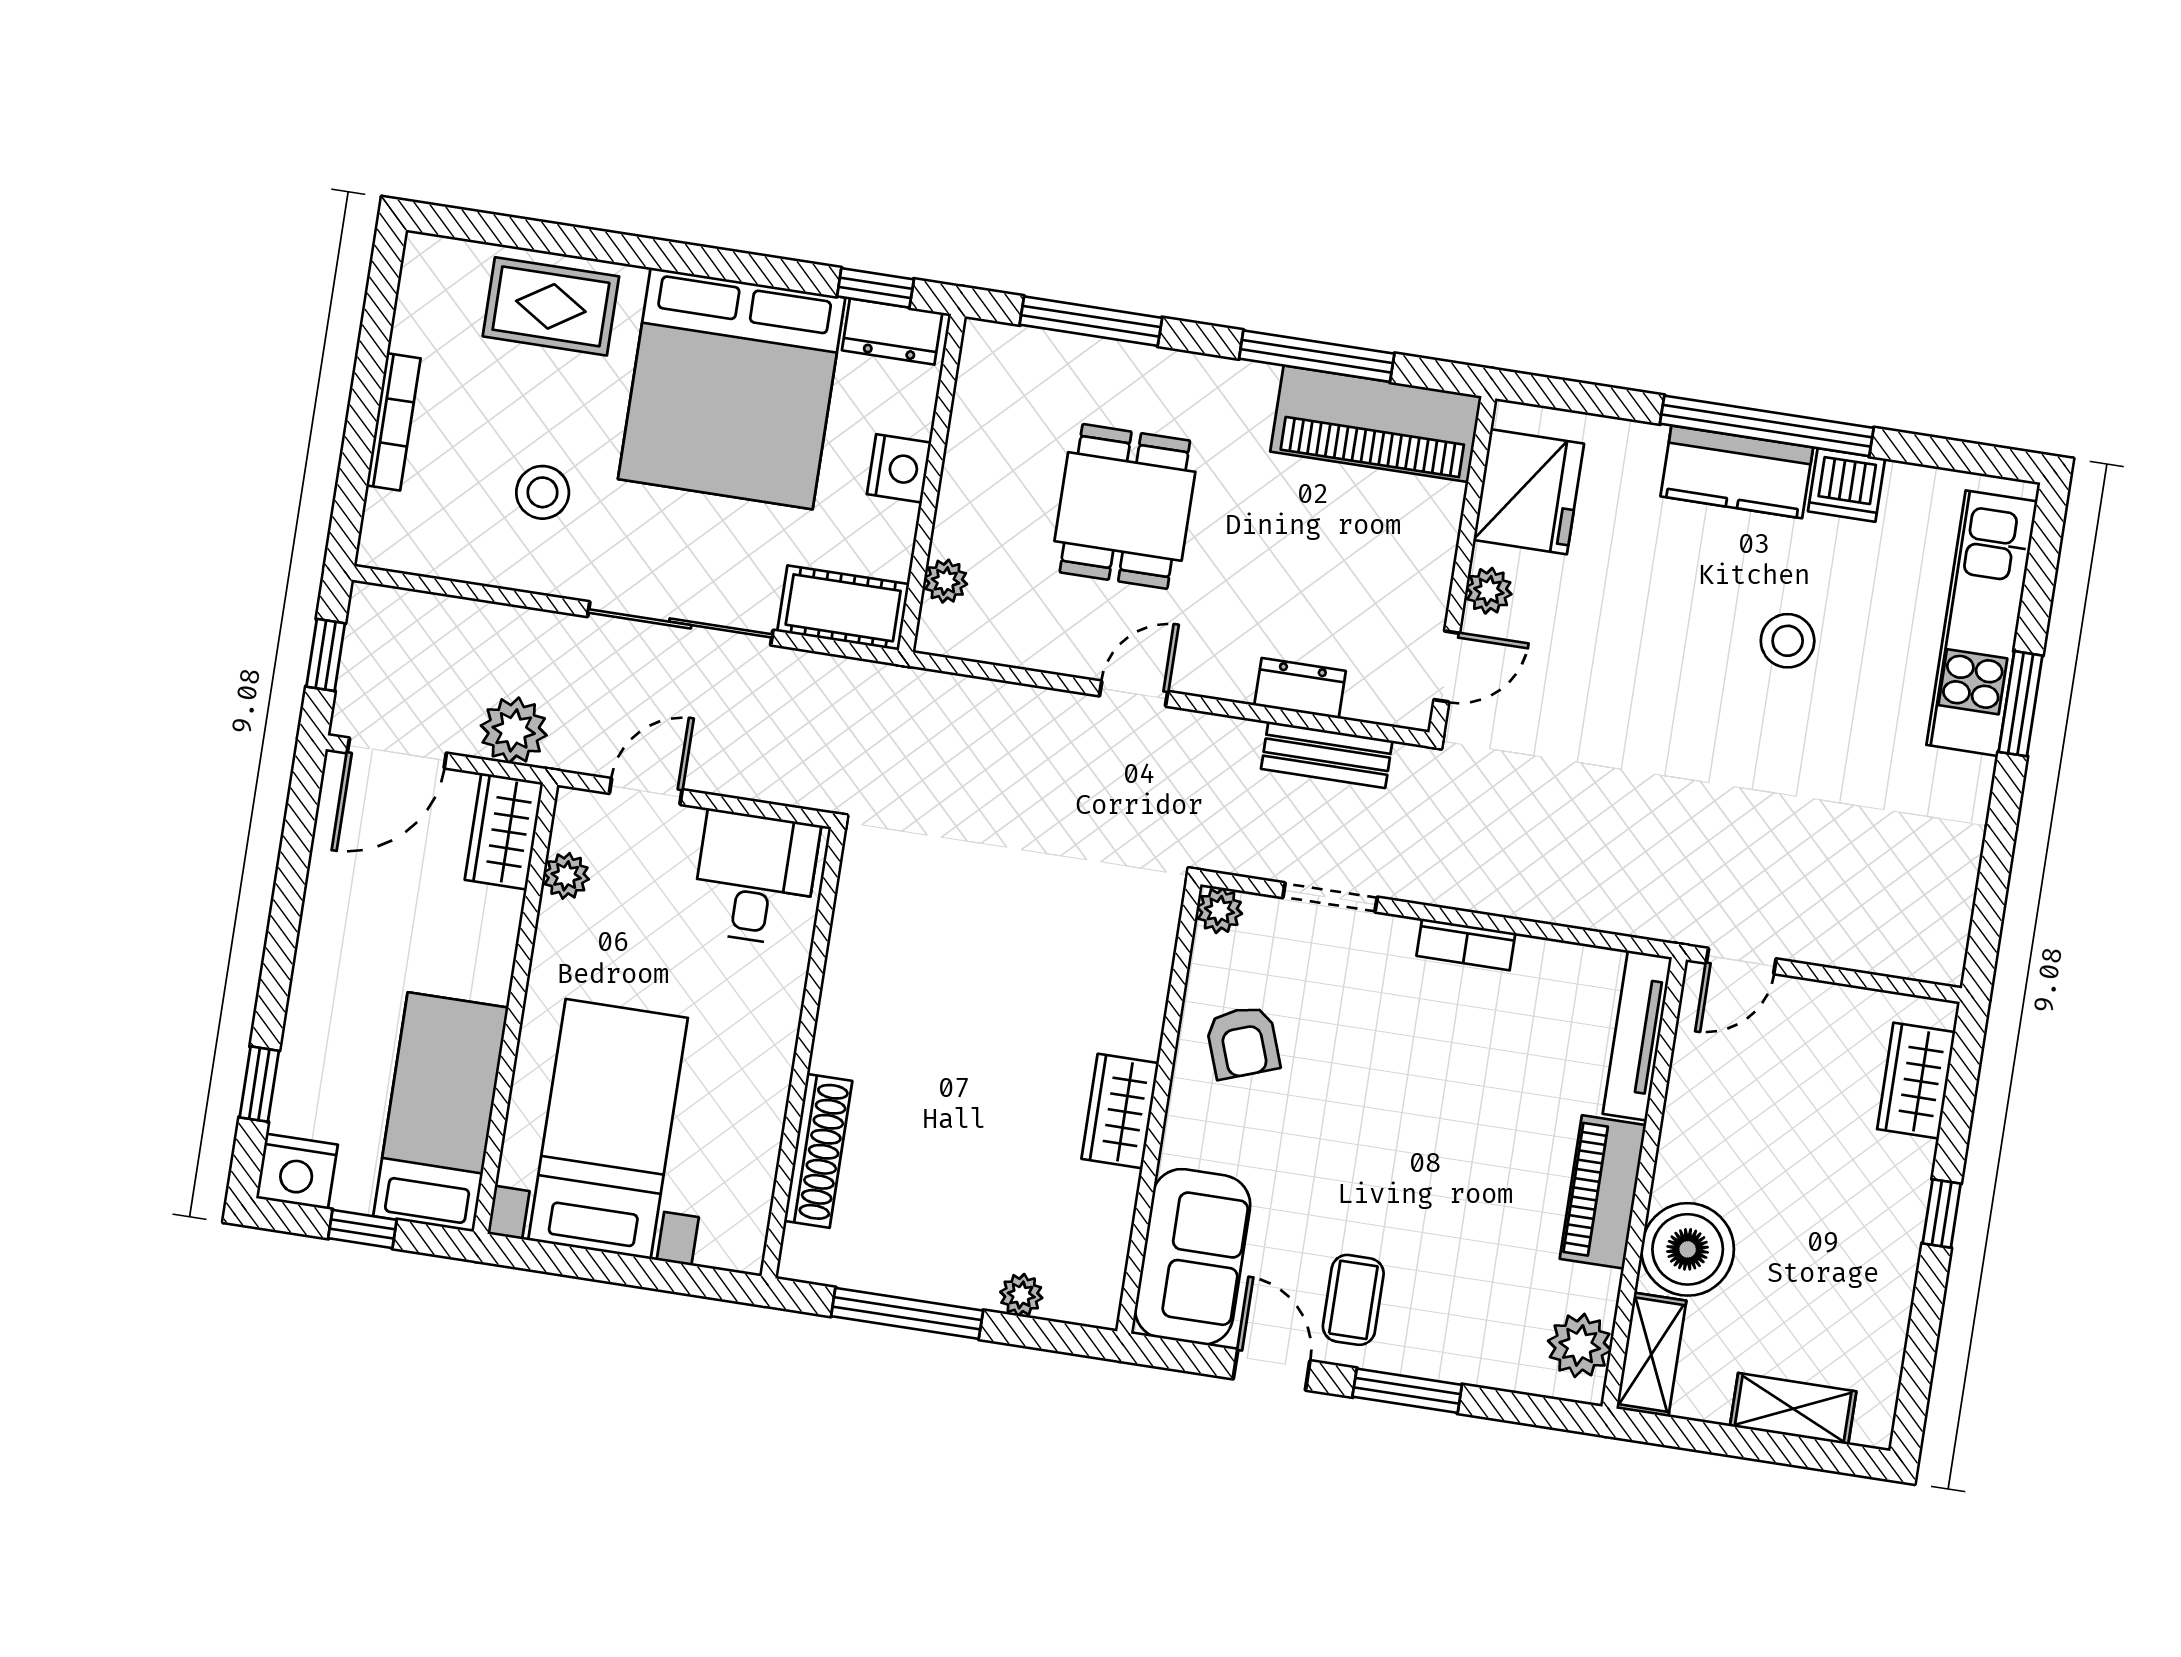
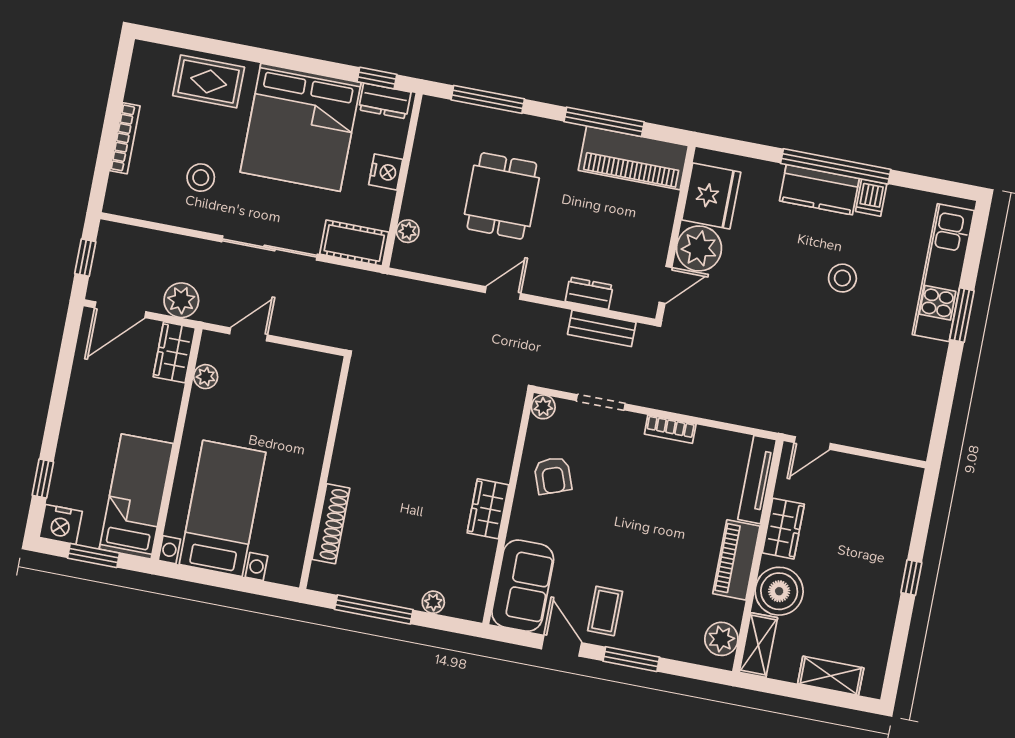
dishwasher: (1847, 485) -> (871, 198), width x0.73
plant: (1489, 591) -> (699, 248), width x1.88, depth x1.88
desk: (755, 878) -> (303, 381), removed
wardrobe: (1916, 1081) -> (783, 529), moved, turned 180
window: (362, 1229) -> (93, 556), width x1.50

